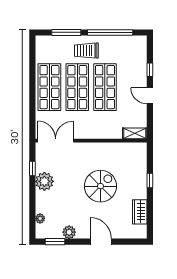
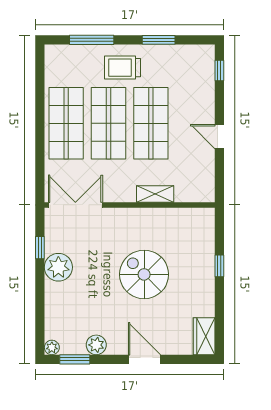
window: (110, 32) -> (159, 40), width x0.47
window: (150, 70) -> (219, 71), moved
shelving: (135, 133) -> (155, 194), moved
spiral stairs: (100, 186) -> (144, 274), turned -90
wardrobe: (140, 212) -> (204, 336), moved
plant: (40, 218) -> (52, 347), moved

